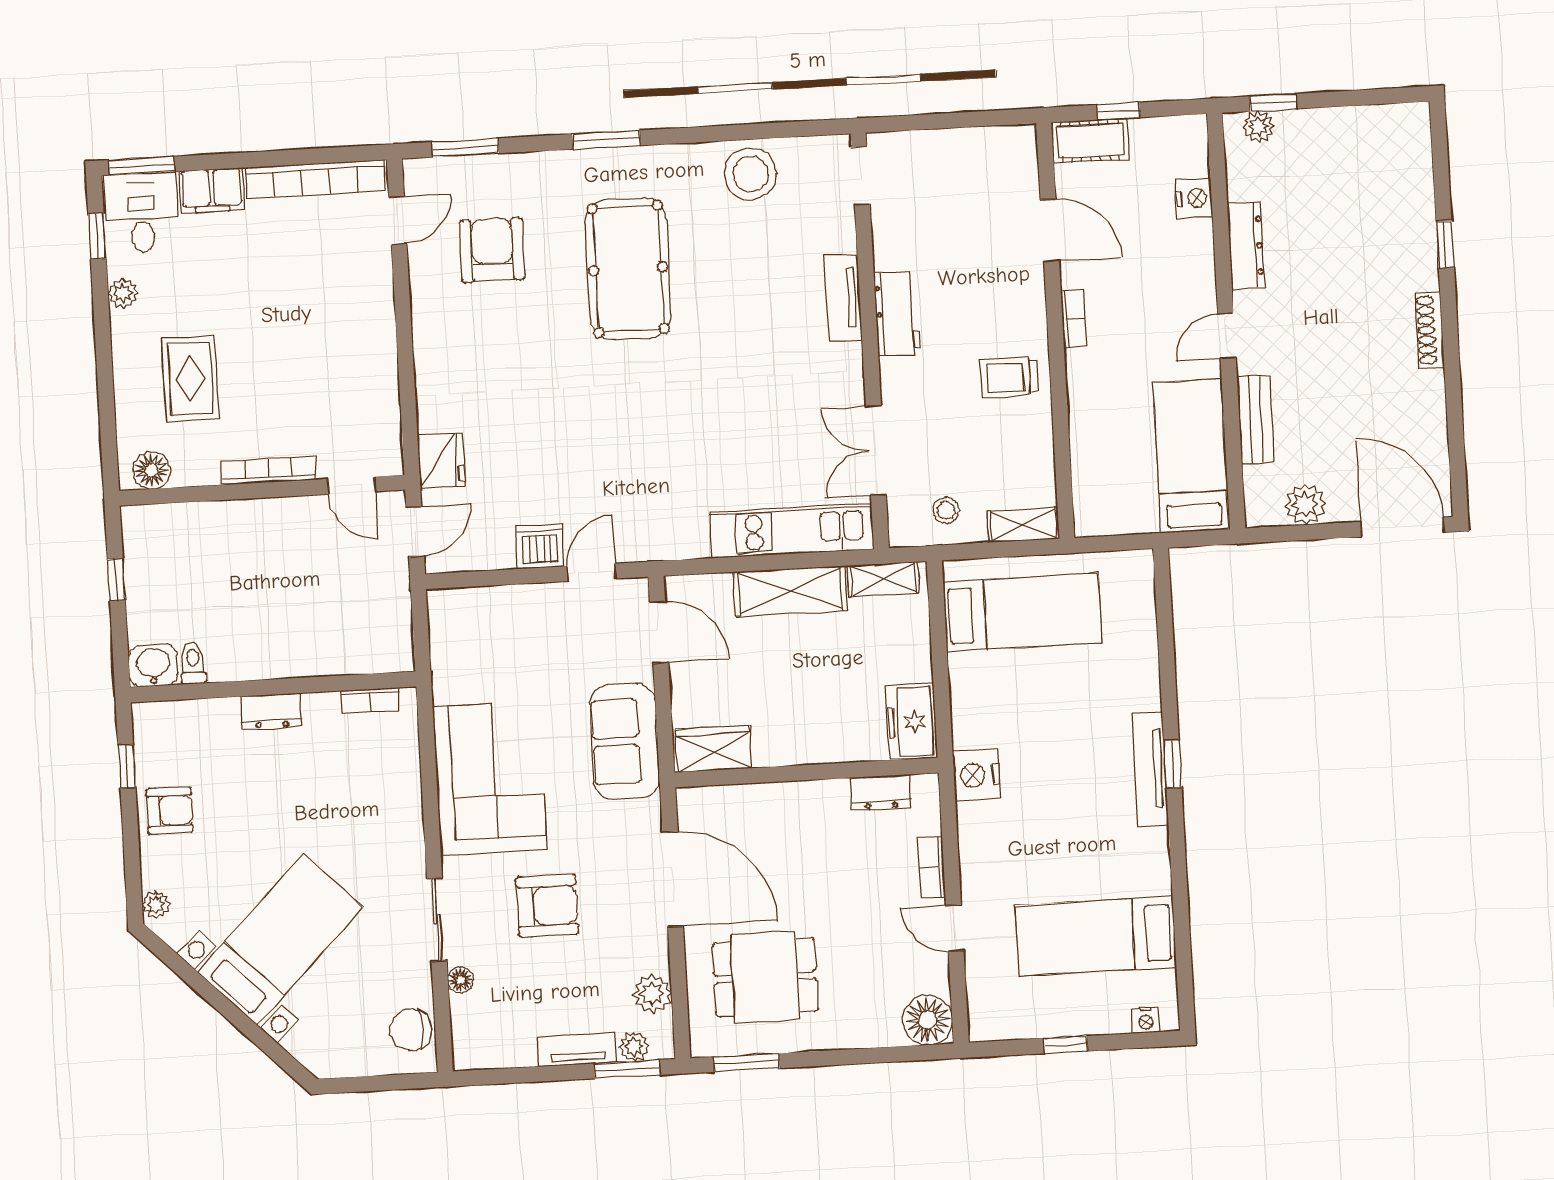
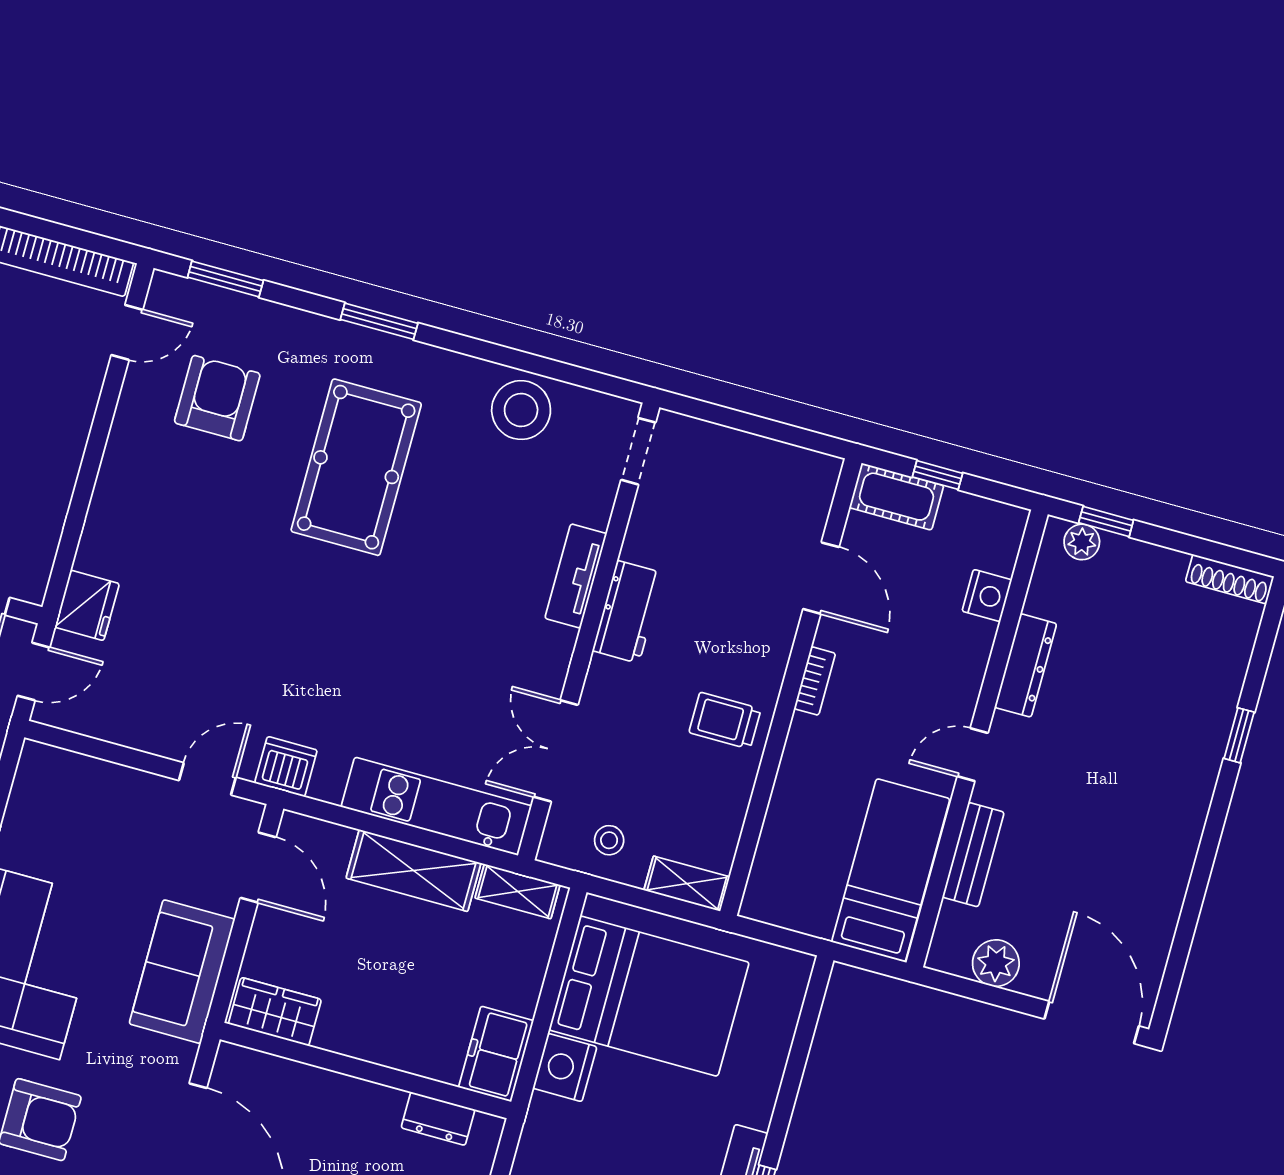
shoe rack: (1430, 330) -> (1230, 579), moved, turned -90
dishwasher: (540, 546) -> (286, 767), moved
bed: (1022, 613) -> (649, 996), width x1.50
nightstand: (976, 775) -> (565, 1067), moved

